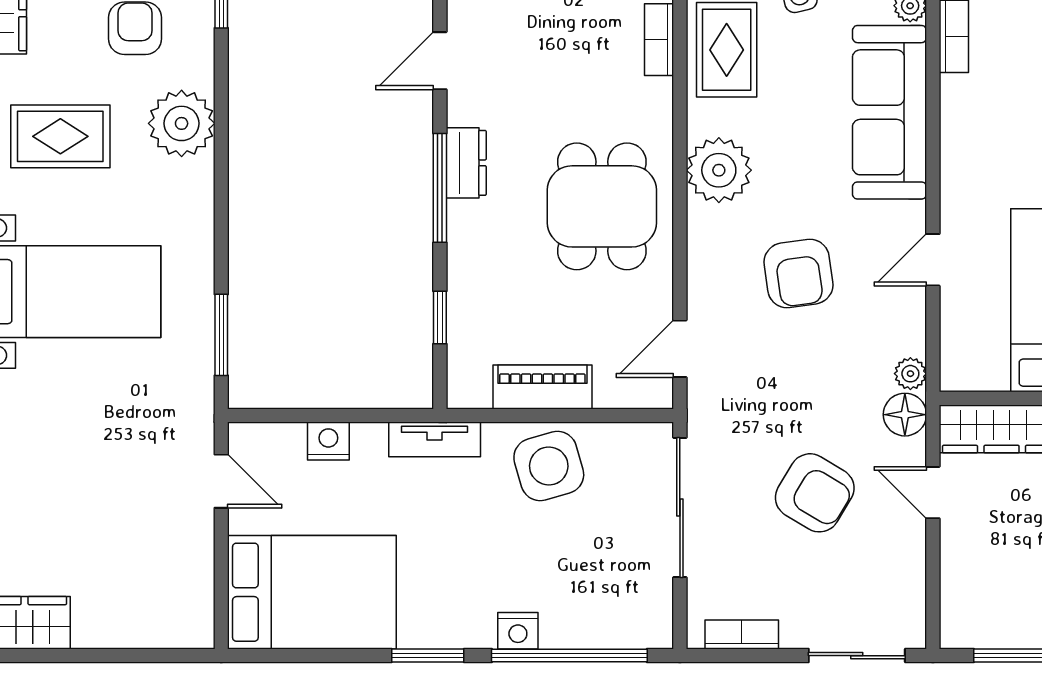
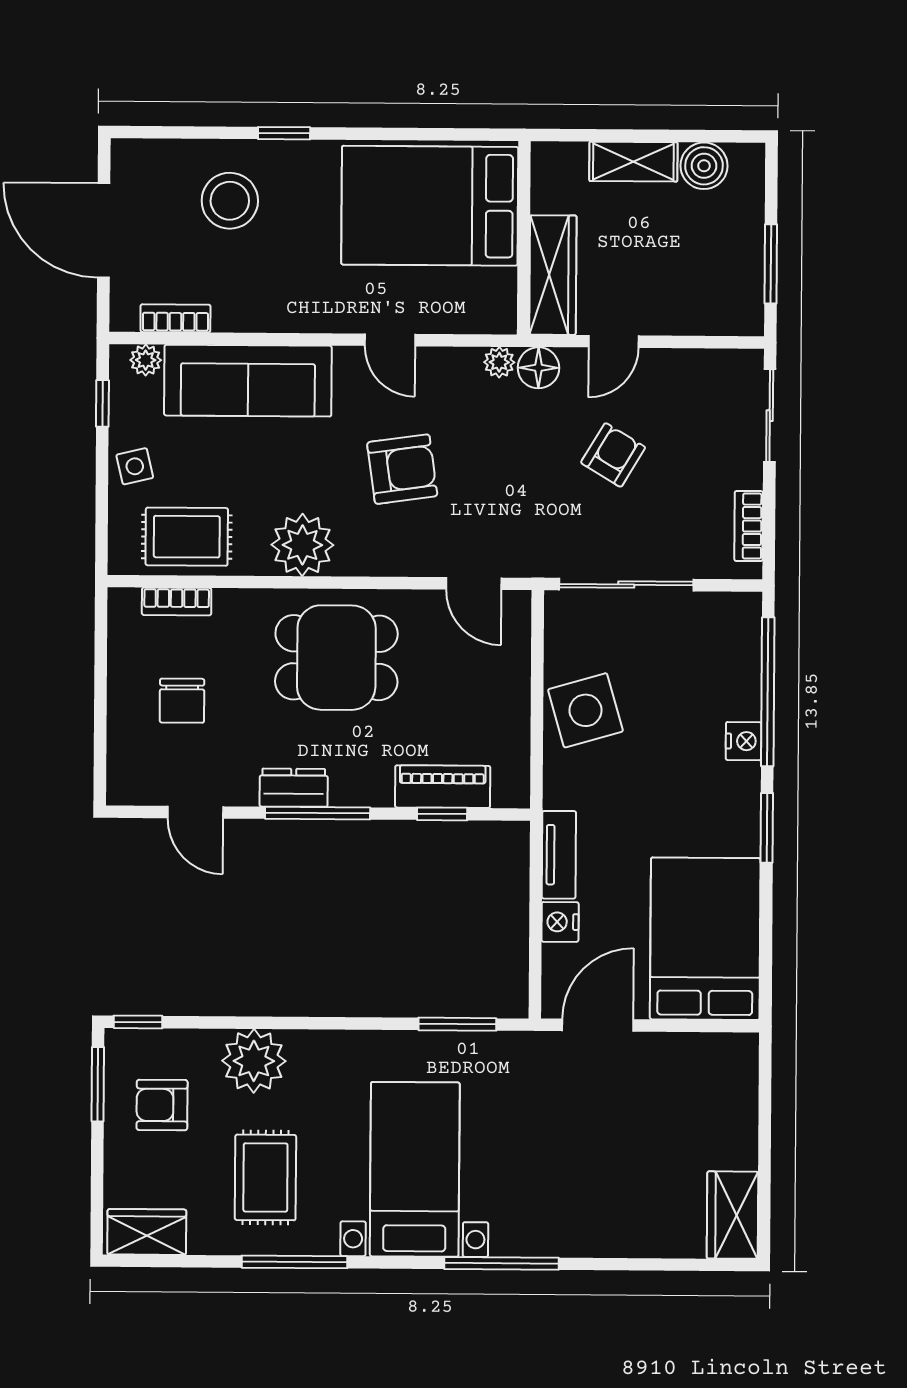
chair: (556, 46) -> (182, 701), added
piano: (542, 387) -> (443, 787), moved, turned 90
tv unit: (435, 439) -> (559, 855), moved
door: (221, 481) -> (598, 1025), width x1.38
armchair: (815, 493) -> (613, 455), width x0.72, depth x0.72

